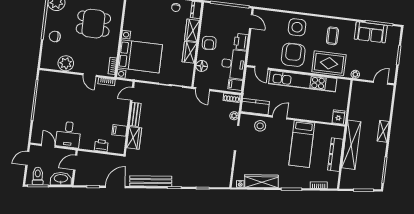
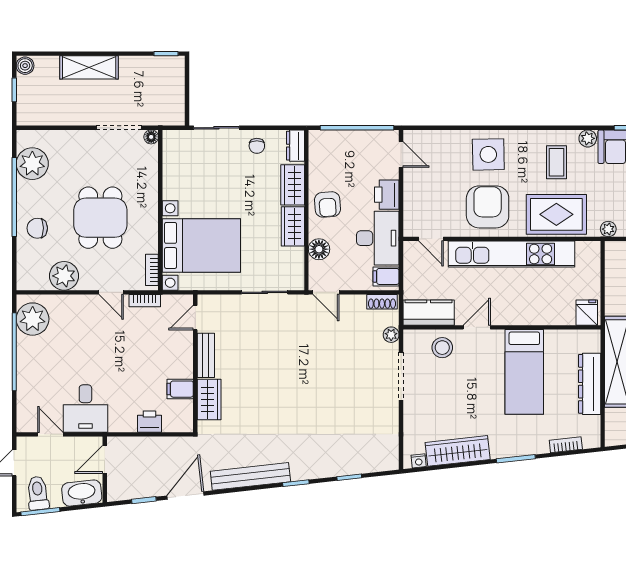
dining table: (93, 24) -> (100, 218), moved, turned 90
plant: (350, 25) -> (588, 138), added
plant: (46, 84) -> (33, 319), added

